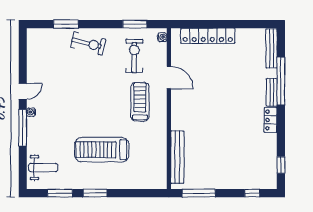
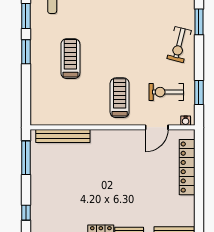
exercise bike: (134, 56) -> (166, 92), turned 180
door: (169, 77) -> (157, 127), moved
treadmill: (140, 102) -> (120, 98), turned -90
treadmill: (102, 150) -> (70, 59), width x0.73, depth x0.73

